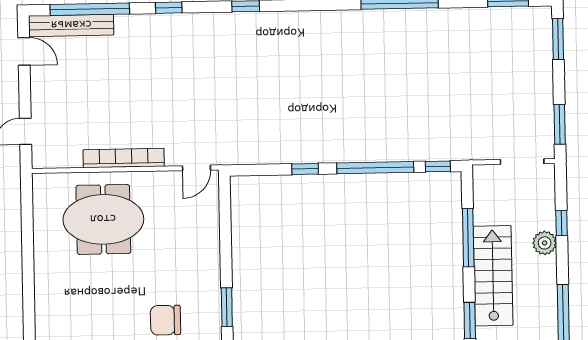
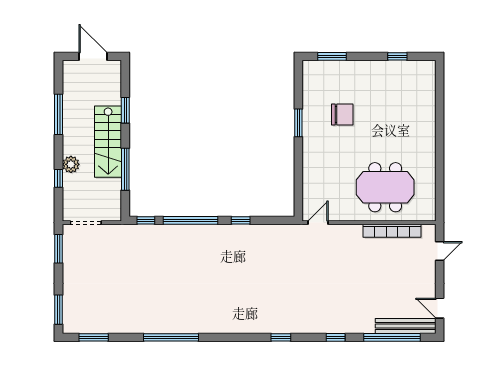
bookcase: (124, 158) -> (392, 231), moved

